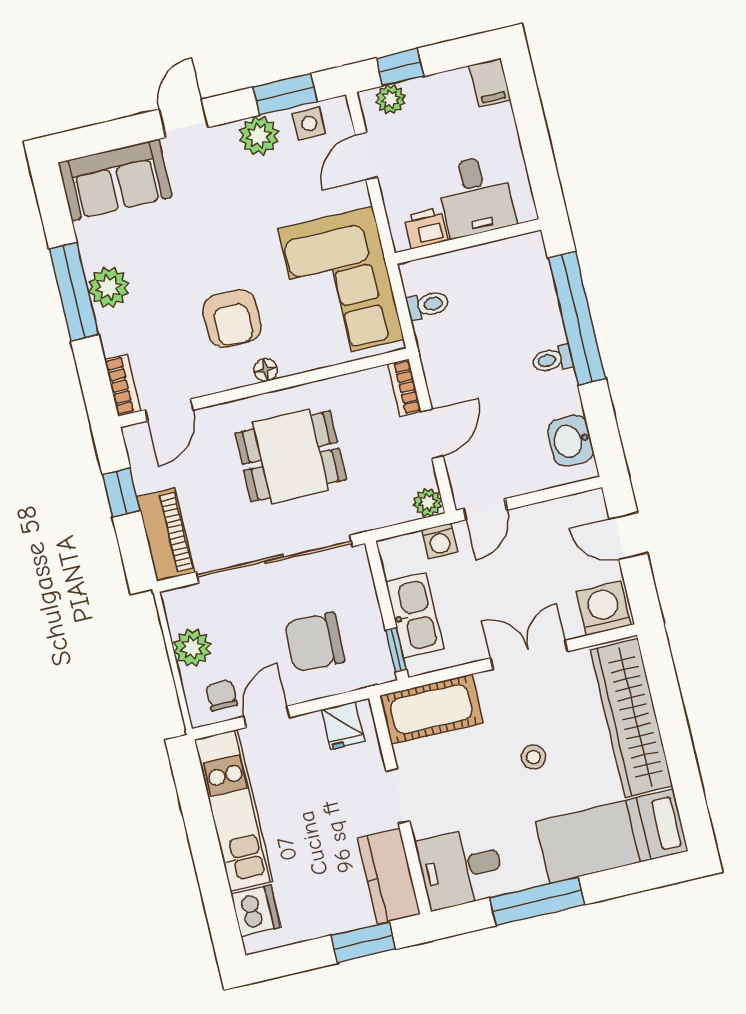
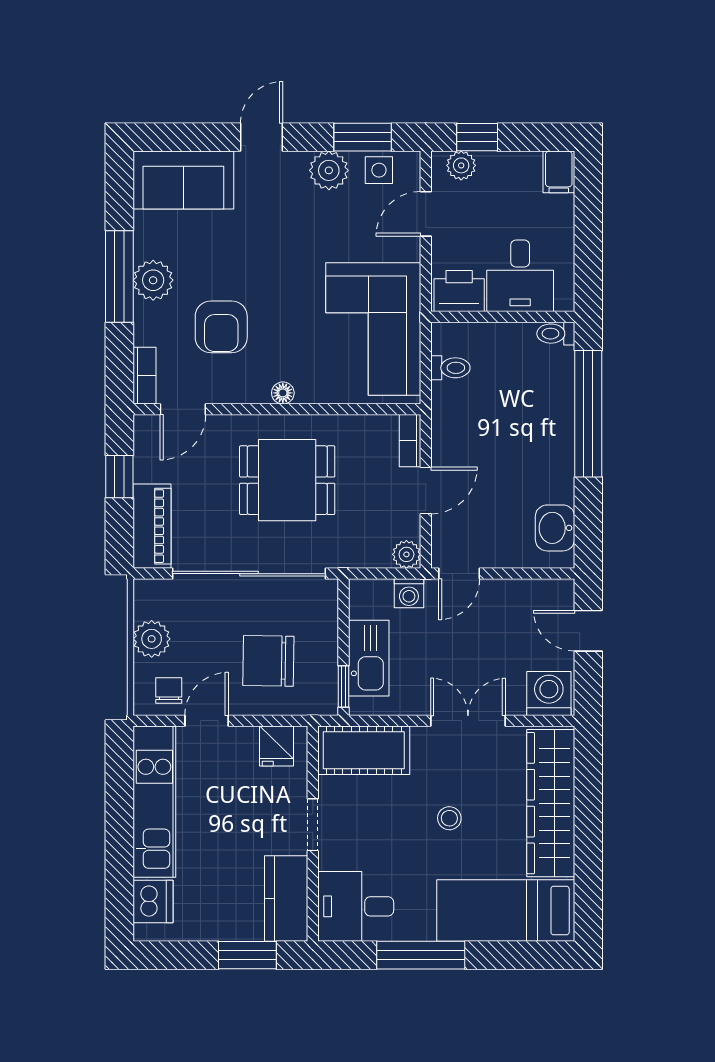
printer: (426, 228) -> (459, 291), width x1.36, depth x1.24
armchair: (232, 319) -> (221, 327), moved
toilet: (552, 359) -> (556, 334), moved

